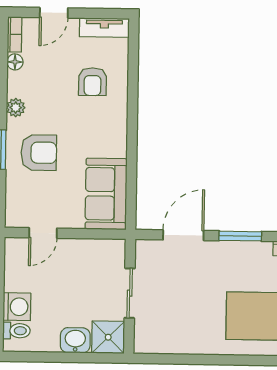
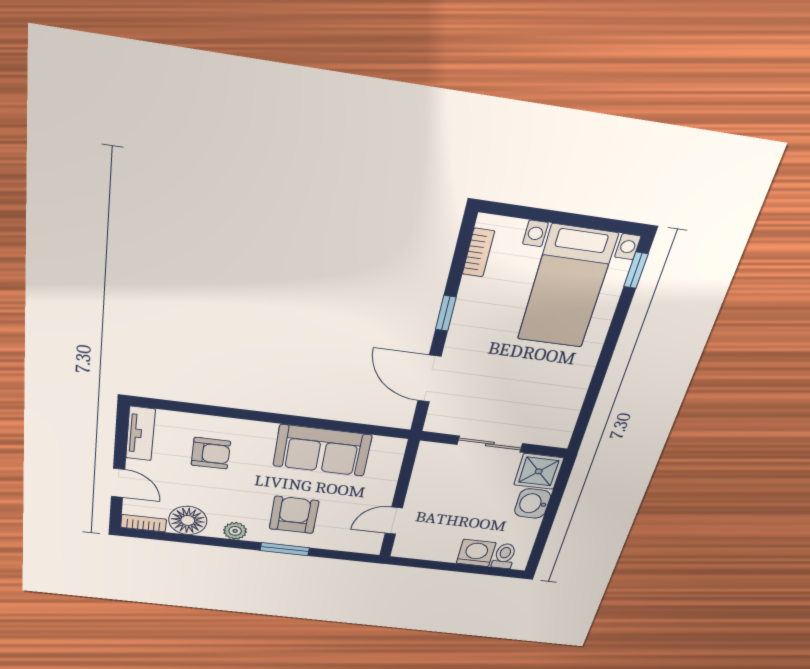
floor lamp: (15, 62) -> (188, 520), width x1.89, depth x1.89
sofa: (106, 194) -> (322, 450), moved
door: (43, 233) -> (394, 521), swing flipped
window: (240, 236) -> (446, 313), width x0.67

